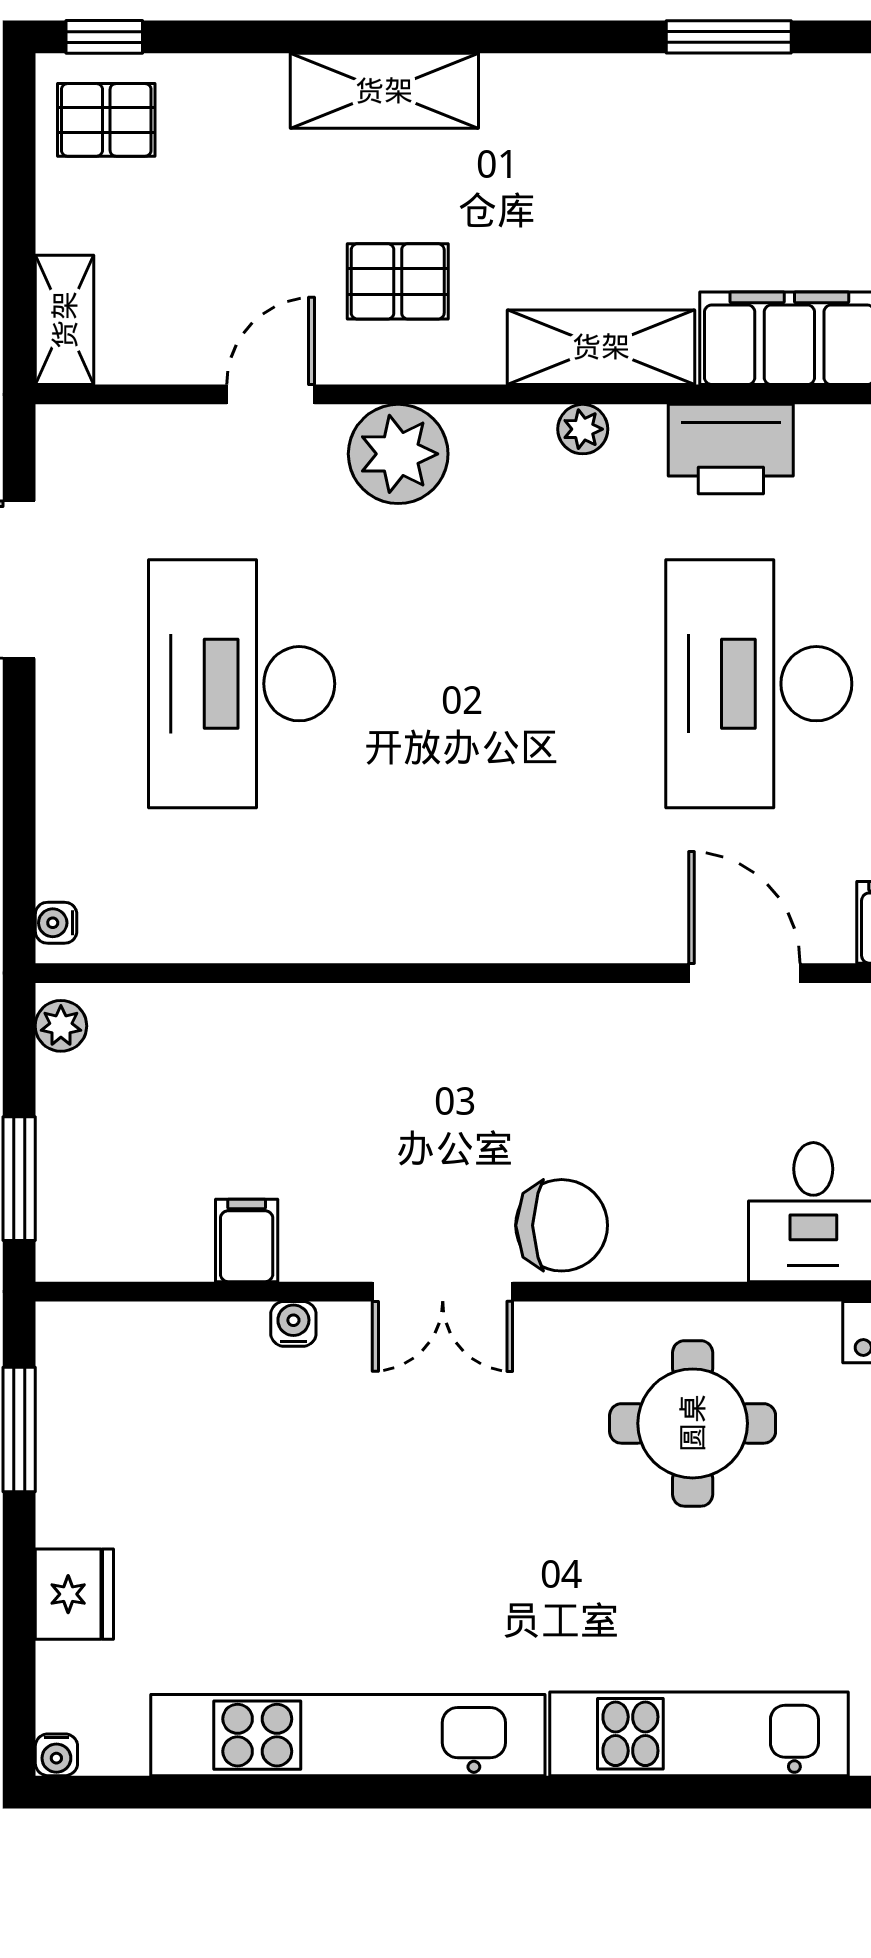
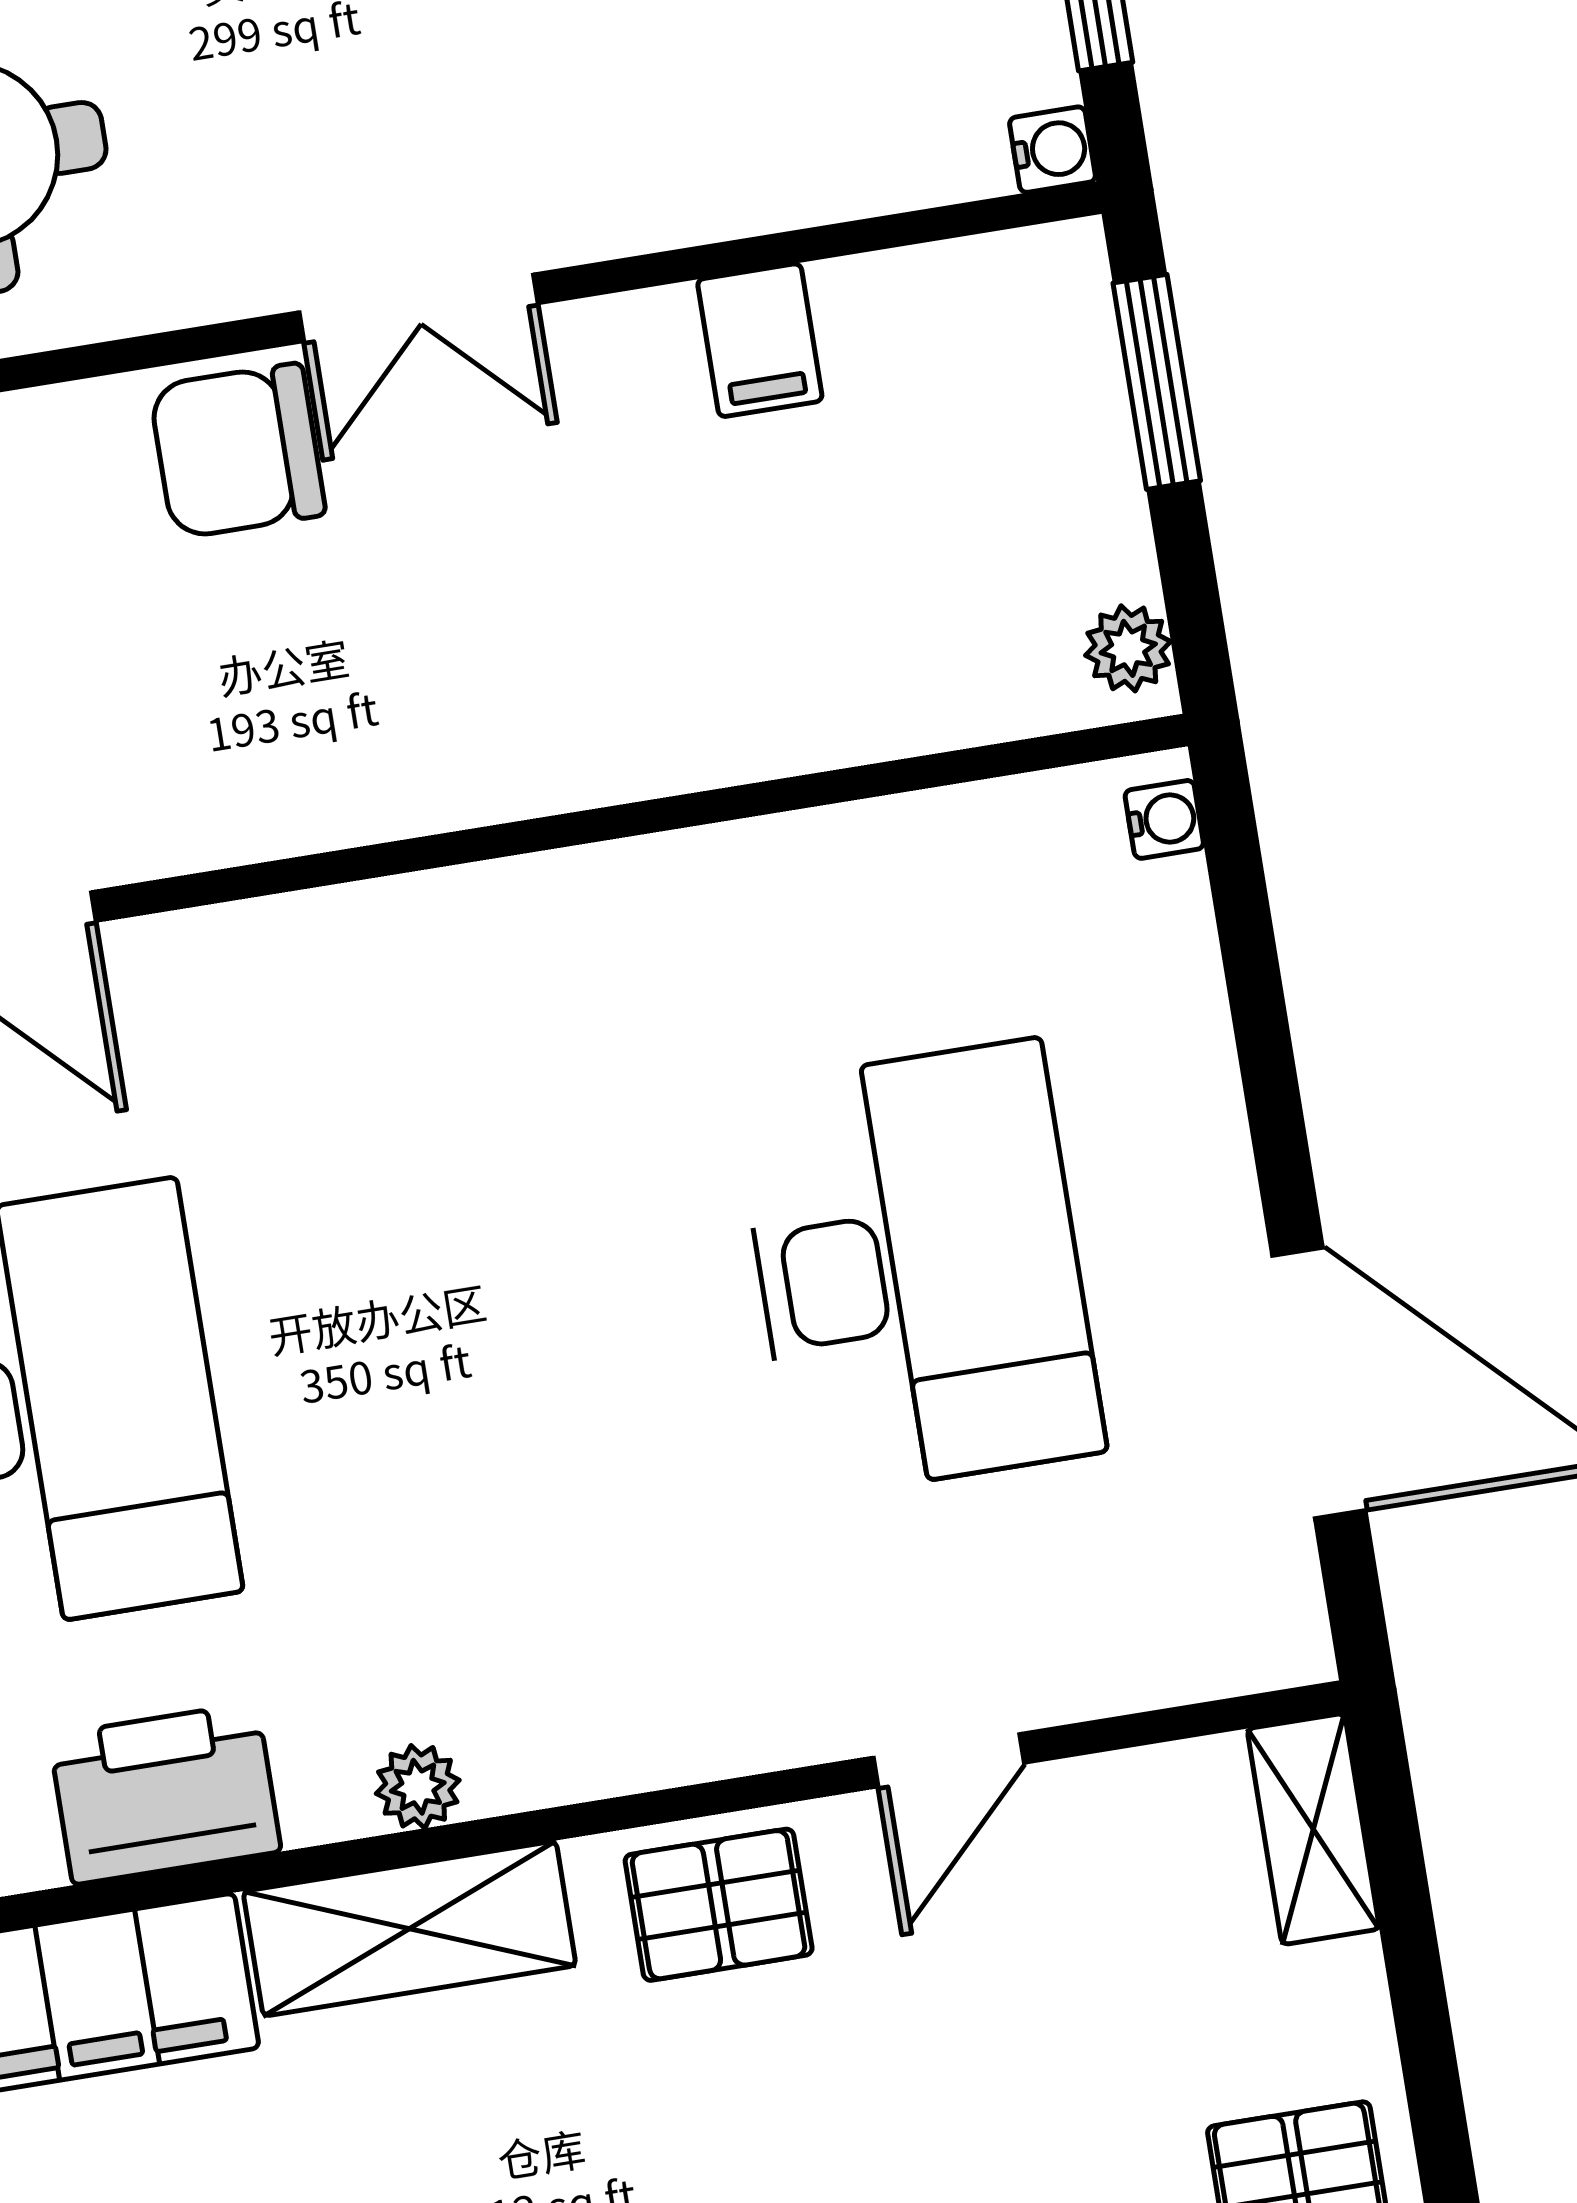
pallet: (398, 281) -> (719, 1905), moved
plant: (398, 454) -> (719, 1695), removed
double door: (443, 1292) -> (419, 308), swing flipped
water cooler: (293, 1324) -> (1053, 150), moved, turned -90

